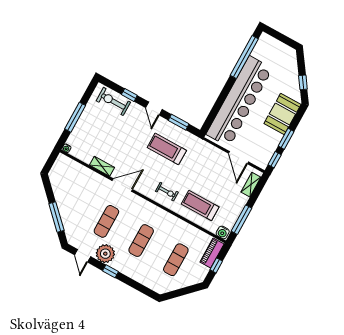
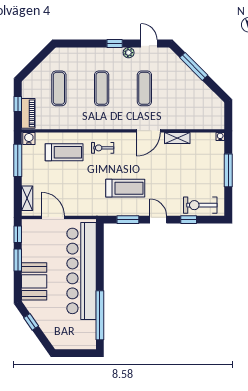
exercise bike: (113, 101) -> (200, 205), turned 180
plant: (105, 254) -> (129, 53), width x0.53, depth x0.53

